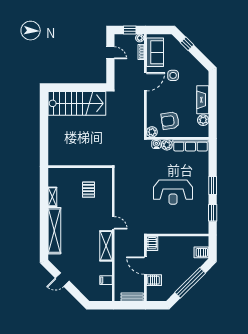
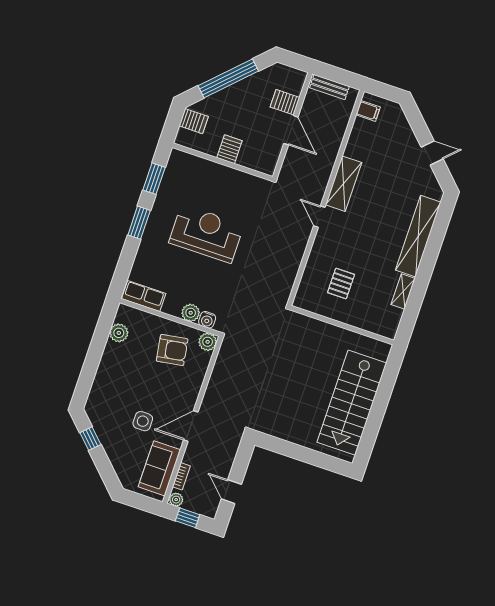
window: (187, 44) -> (90, 439), moved
fireplace: (203, 100) -> (108, 366), removed
stairs: (77, 103) -> (352, 403), moved, turned -90
row of seats: (191, 145) -> (144, 296), width x0.68
server rack: (152, 243) -> (229, 149), moved
filing cabinet: (106, 280) -> (368, 111), moved

